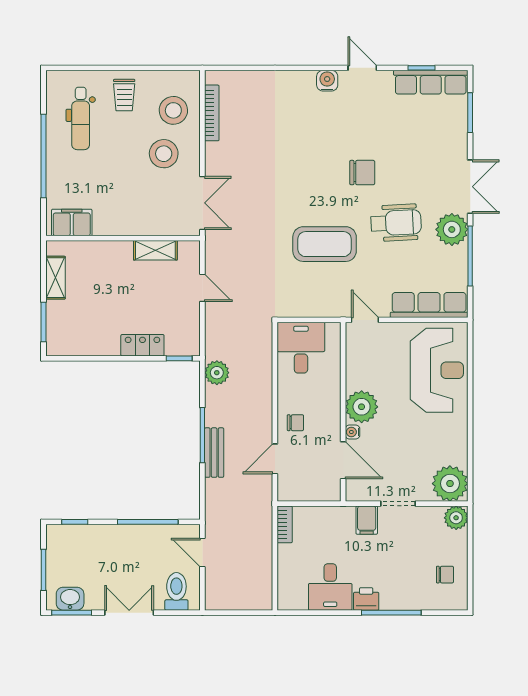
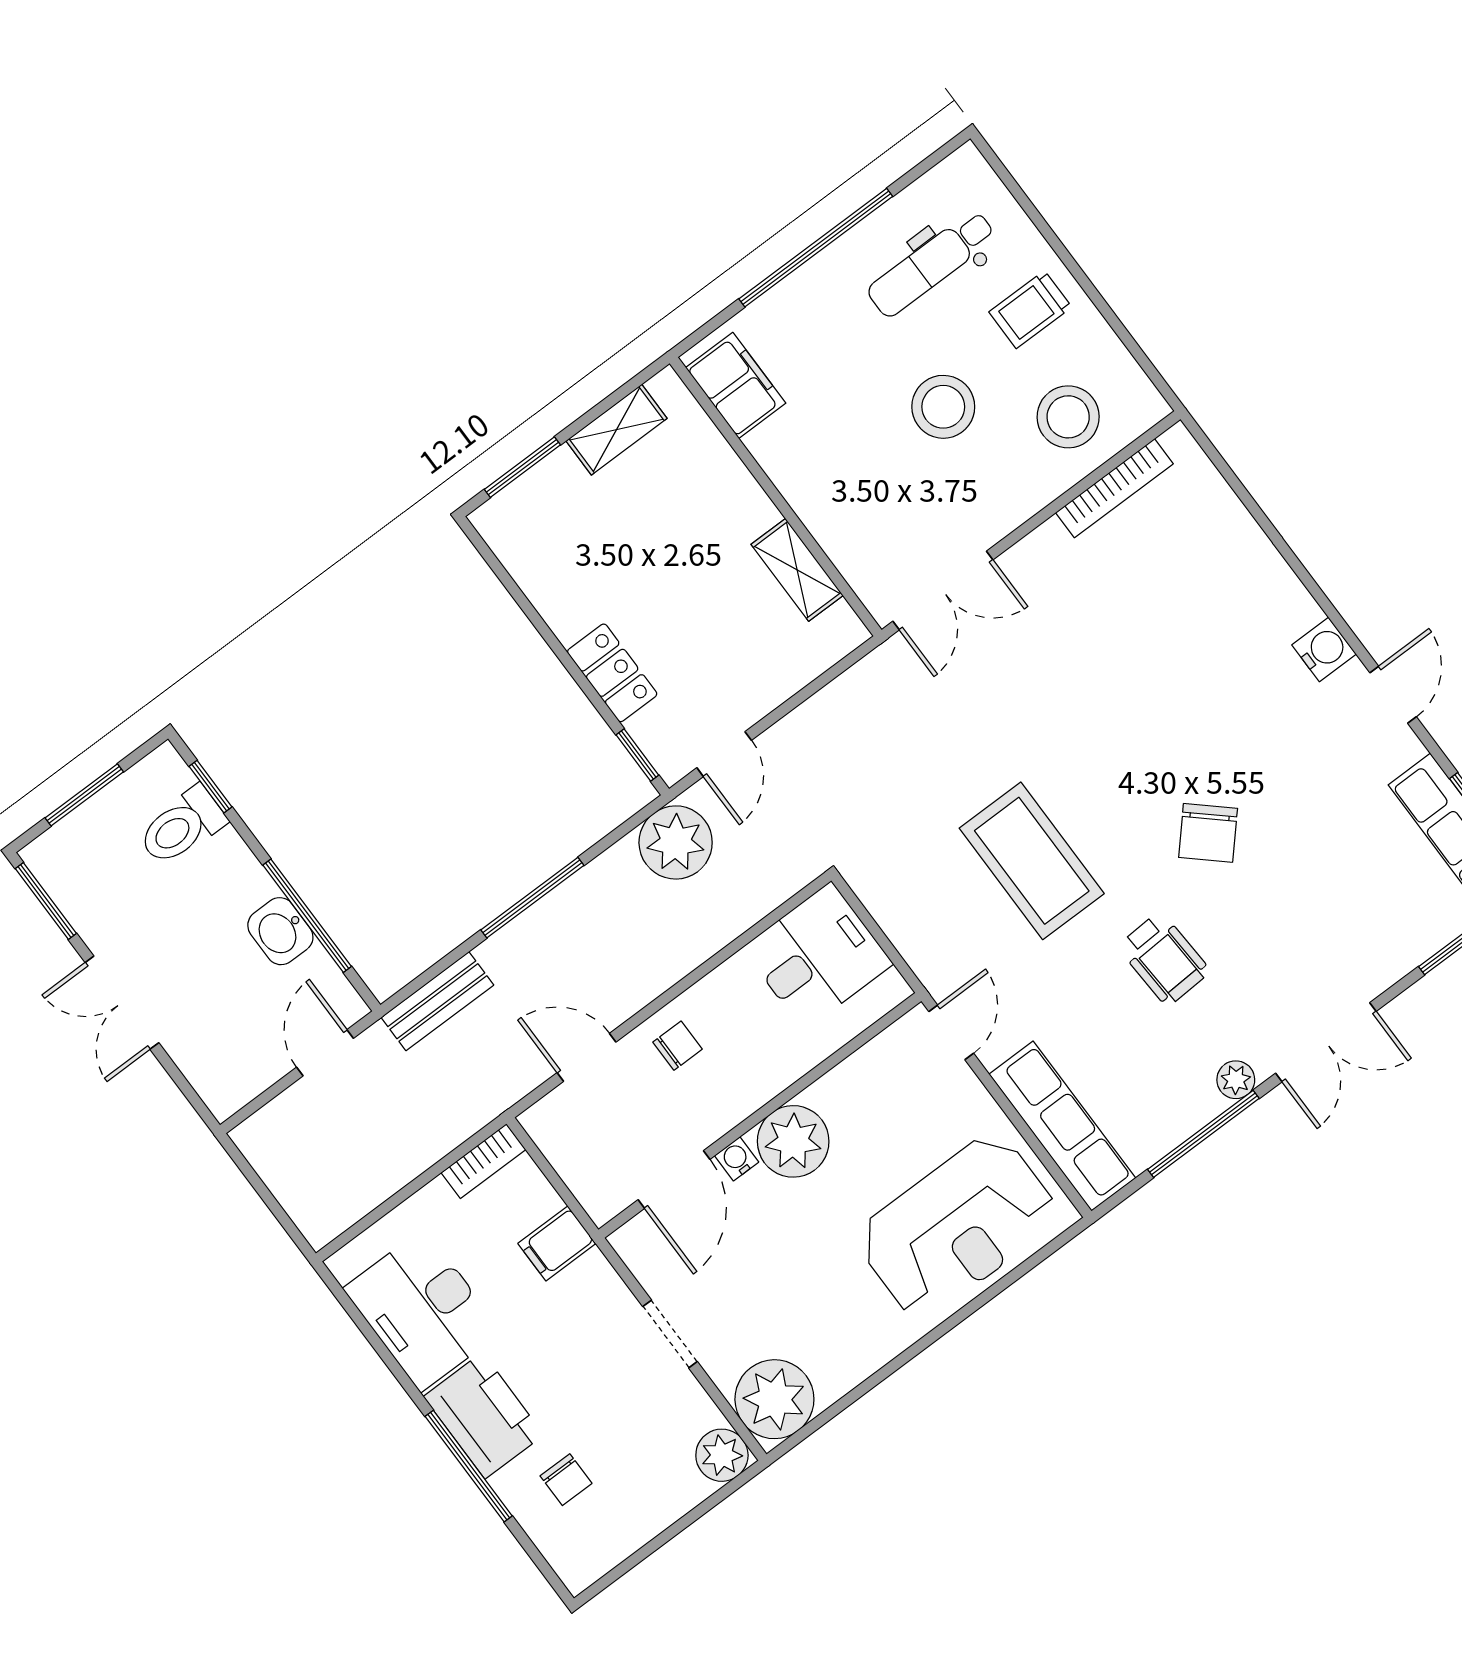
stool: (164, 154) -> (943, 407), moved
chair: (362, 173) -> (1208, 833), turned 42
wheelchair: (396, 223) -> (1164, 959), width x0.73, depth x0.73
plant: (452, 229) -> (1236, 1080), width x0.53, depth x0.53
door: (202, 288) -> (724, 754), moved
plant: (217, 373) -> (676, 842), width x1.36, depth x1.36
chair: (295, 423) -> (678, 1046), turned -90
bench: (214, 453) -> (437, 1001), moved
filing cabinet: (367, 520) -> (557, 1243), moved
chair: (445, 575) -> (566, 1480), moved
desk: (330, 587) -> (422, 1310), width x1.37
toilet: (176, 591) -> (182, 826), moved, turned 180
washbasin: (70, 599) -> (280, 931), moved, turned 180
printer: (366, 599) -> (484, 1416), width x1.87, depth x1.48
double door: (129, 613) -> (122, 1003), swing flipped

